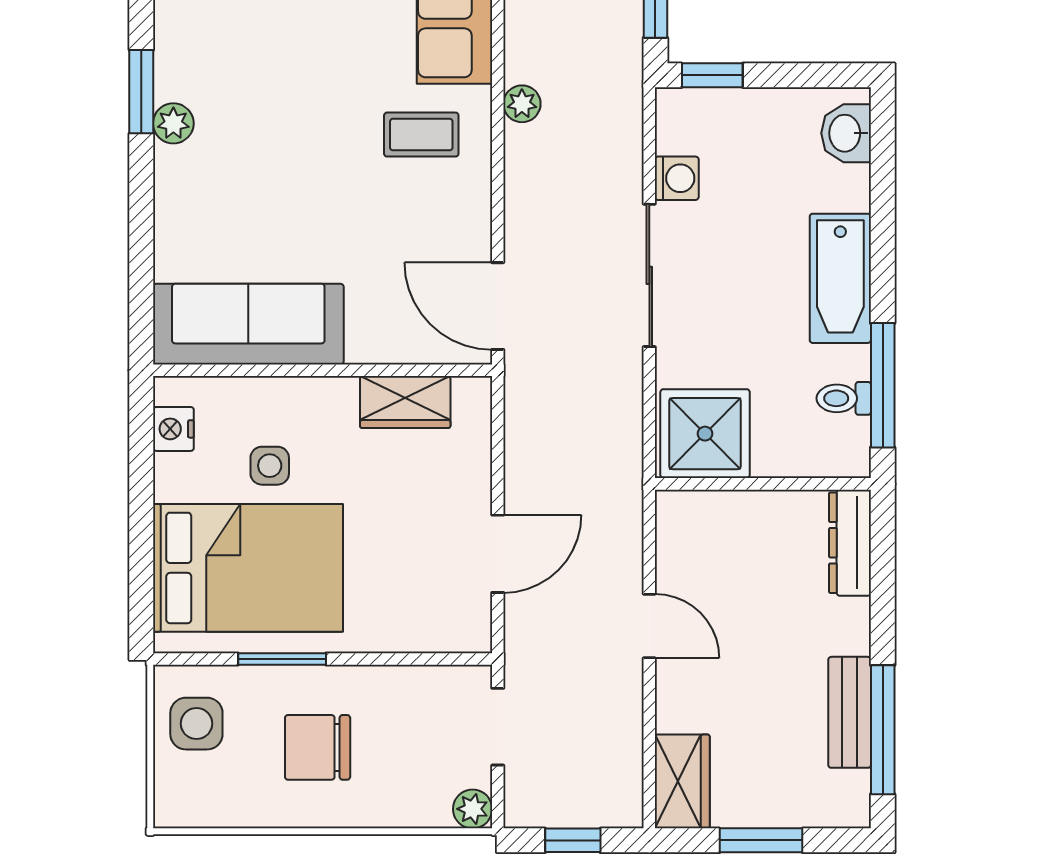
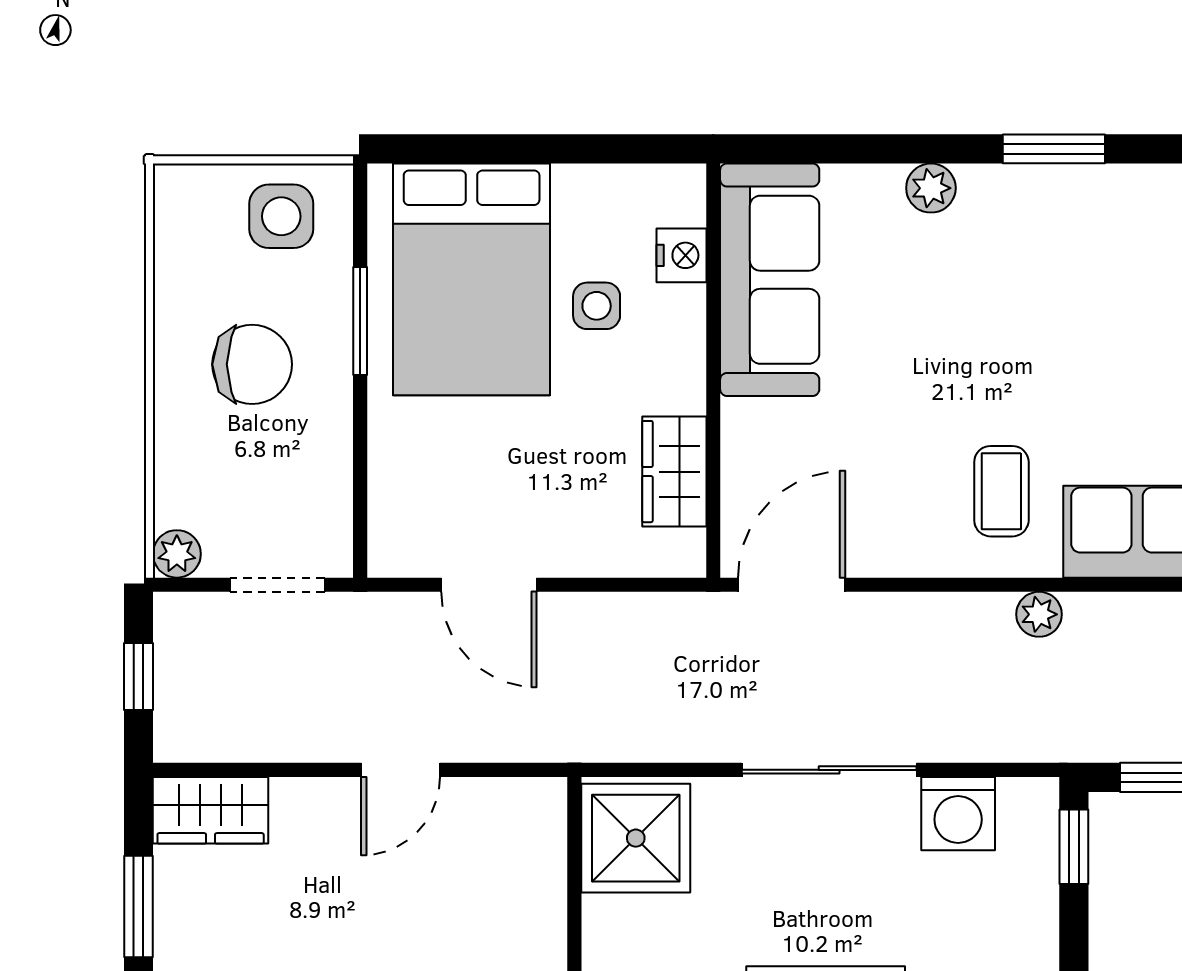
plant: (173, 123) -> (931, 188), moved
washing machine: (677, 178) -> (958, 814), width x1.38, depth x1.38
nightstand: (173, 429) -> (681, 255), moved, turned 90
chair: (318, 747) -> (252, 364), turned 90

